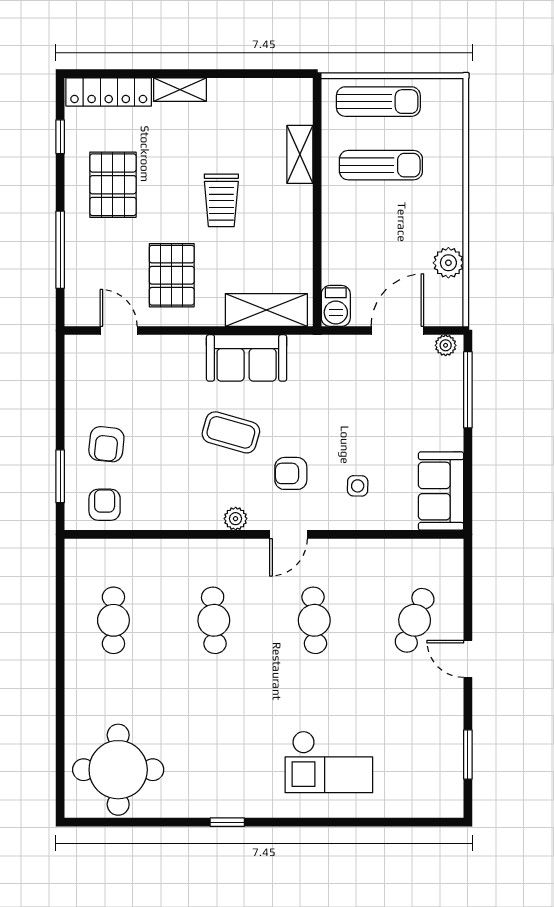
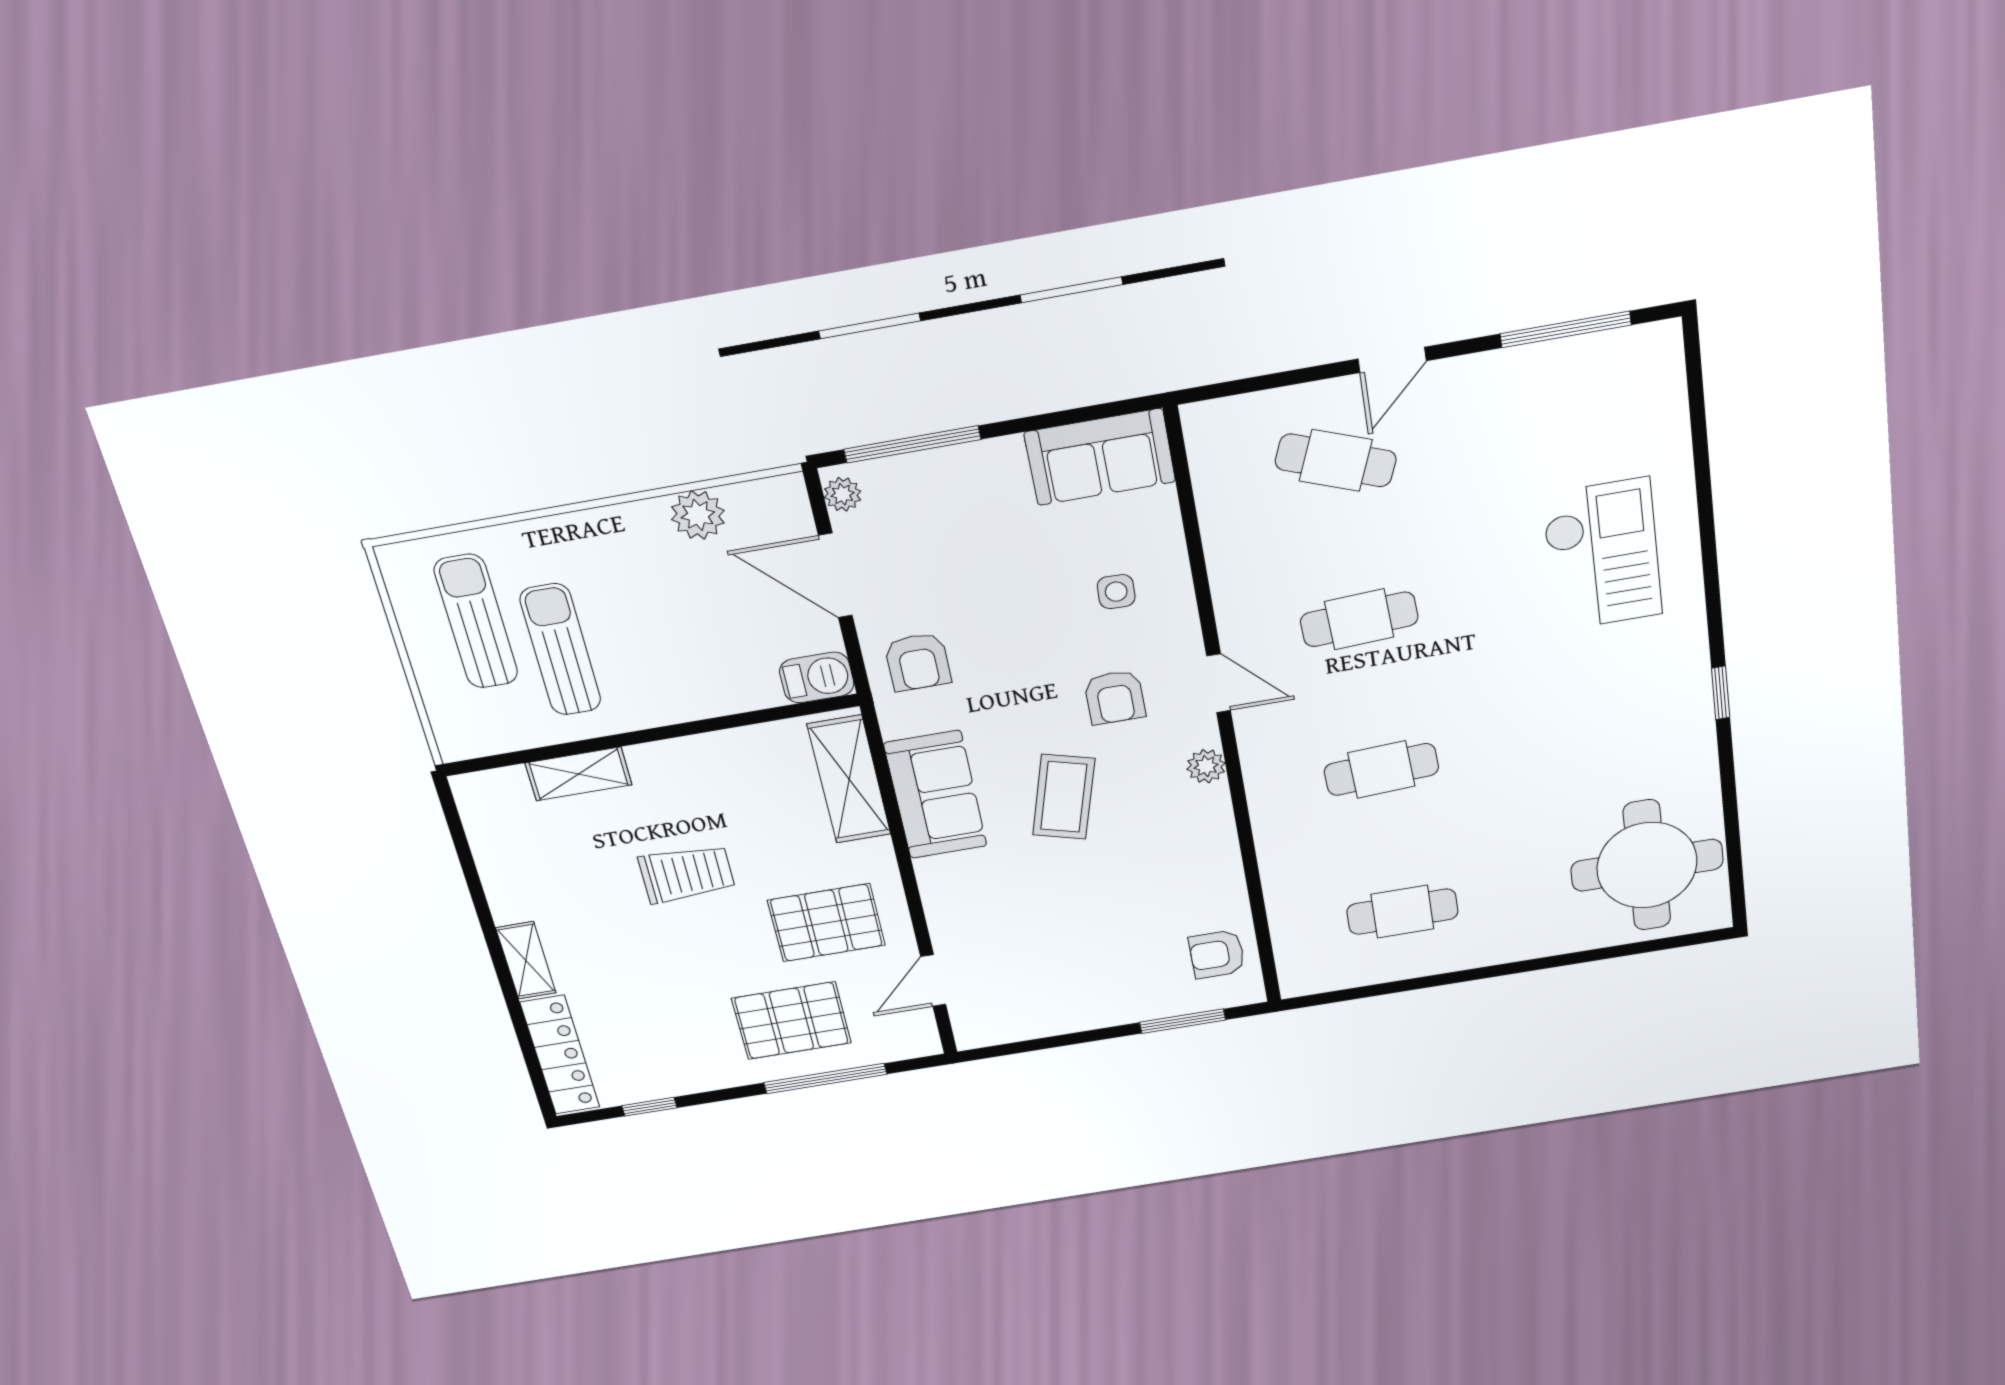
sun lounger: (378, 102) -> (476, 621), moved
pallet: (113, 185) -> (791, 1021), moved
armchair: (106, 444) -> (918, 662), moved, turned 84
window: (468, 755) -> (1566, 329), width x1.44

